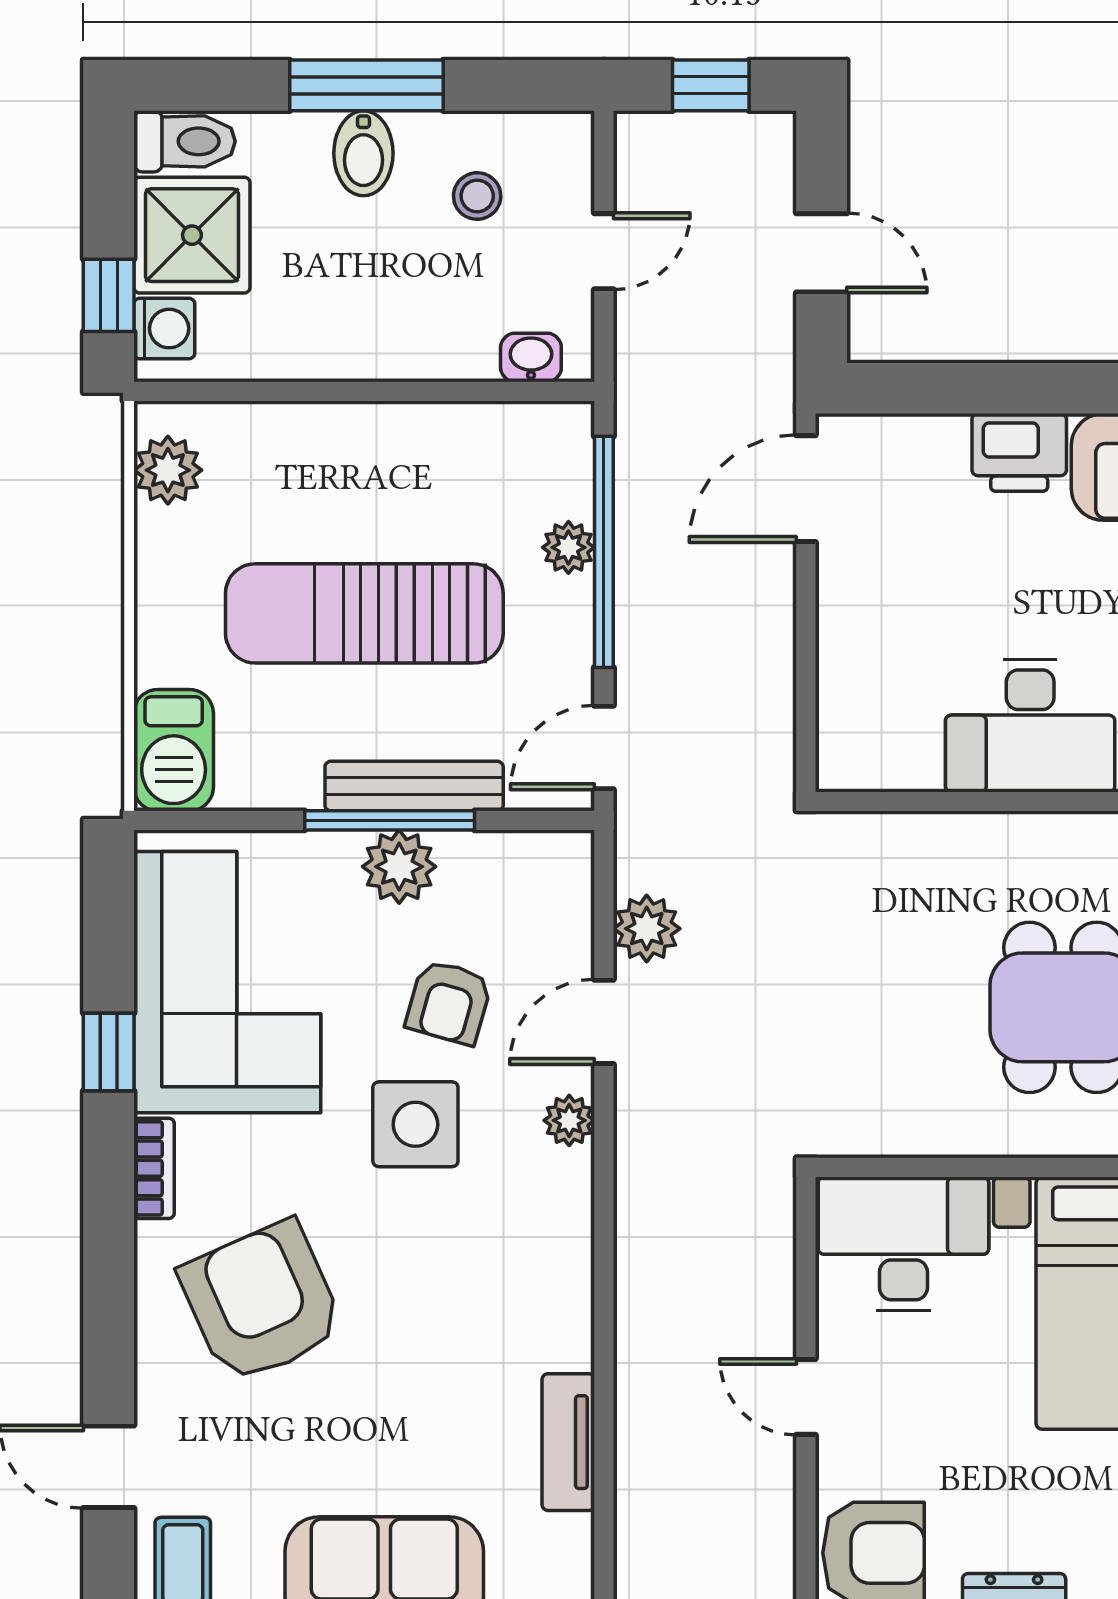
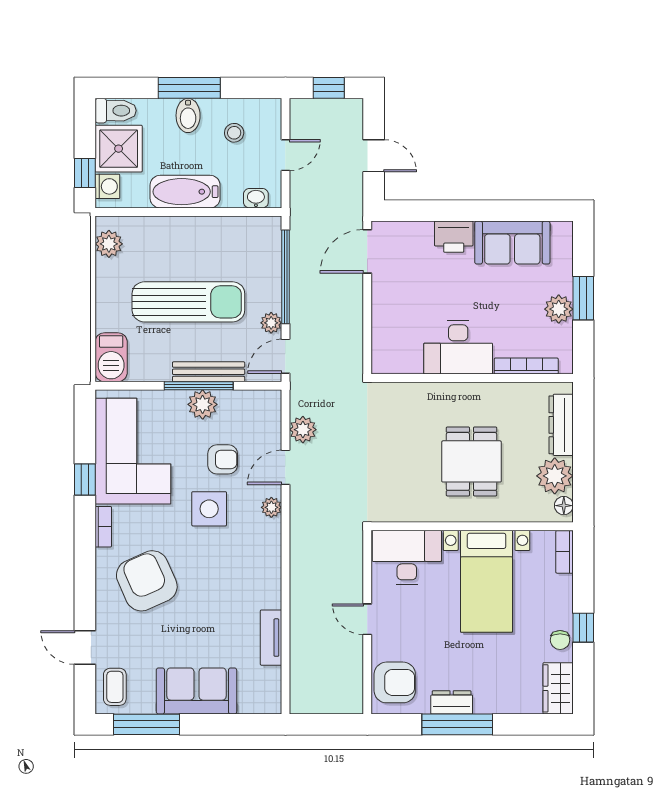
bathtub: (356, 341) -> (185, 192), added
plant: (568, 547) -> (271, 323), moved
sun lounger: (364, 613) -> (188, 302), turned 180
armchair: (449, 1002) -> (223, 459), turned -106

